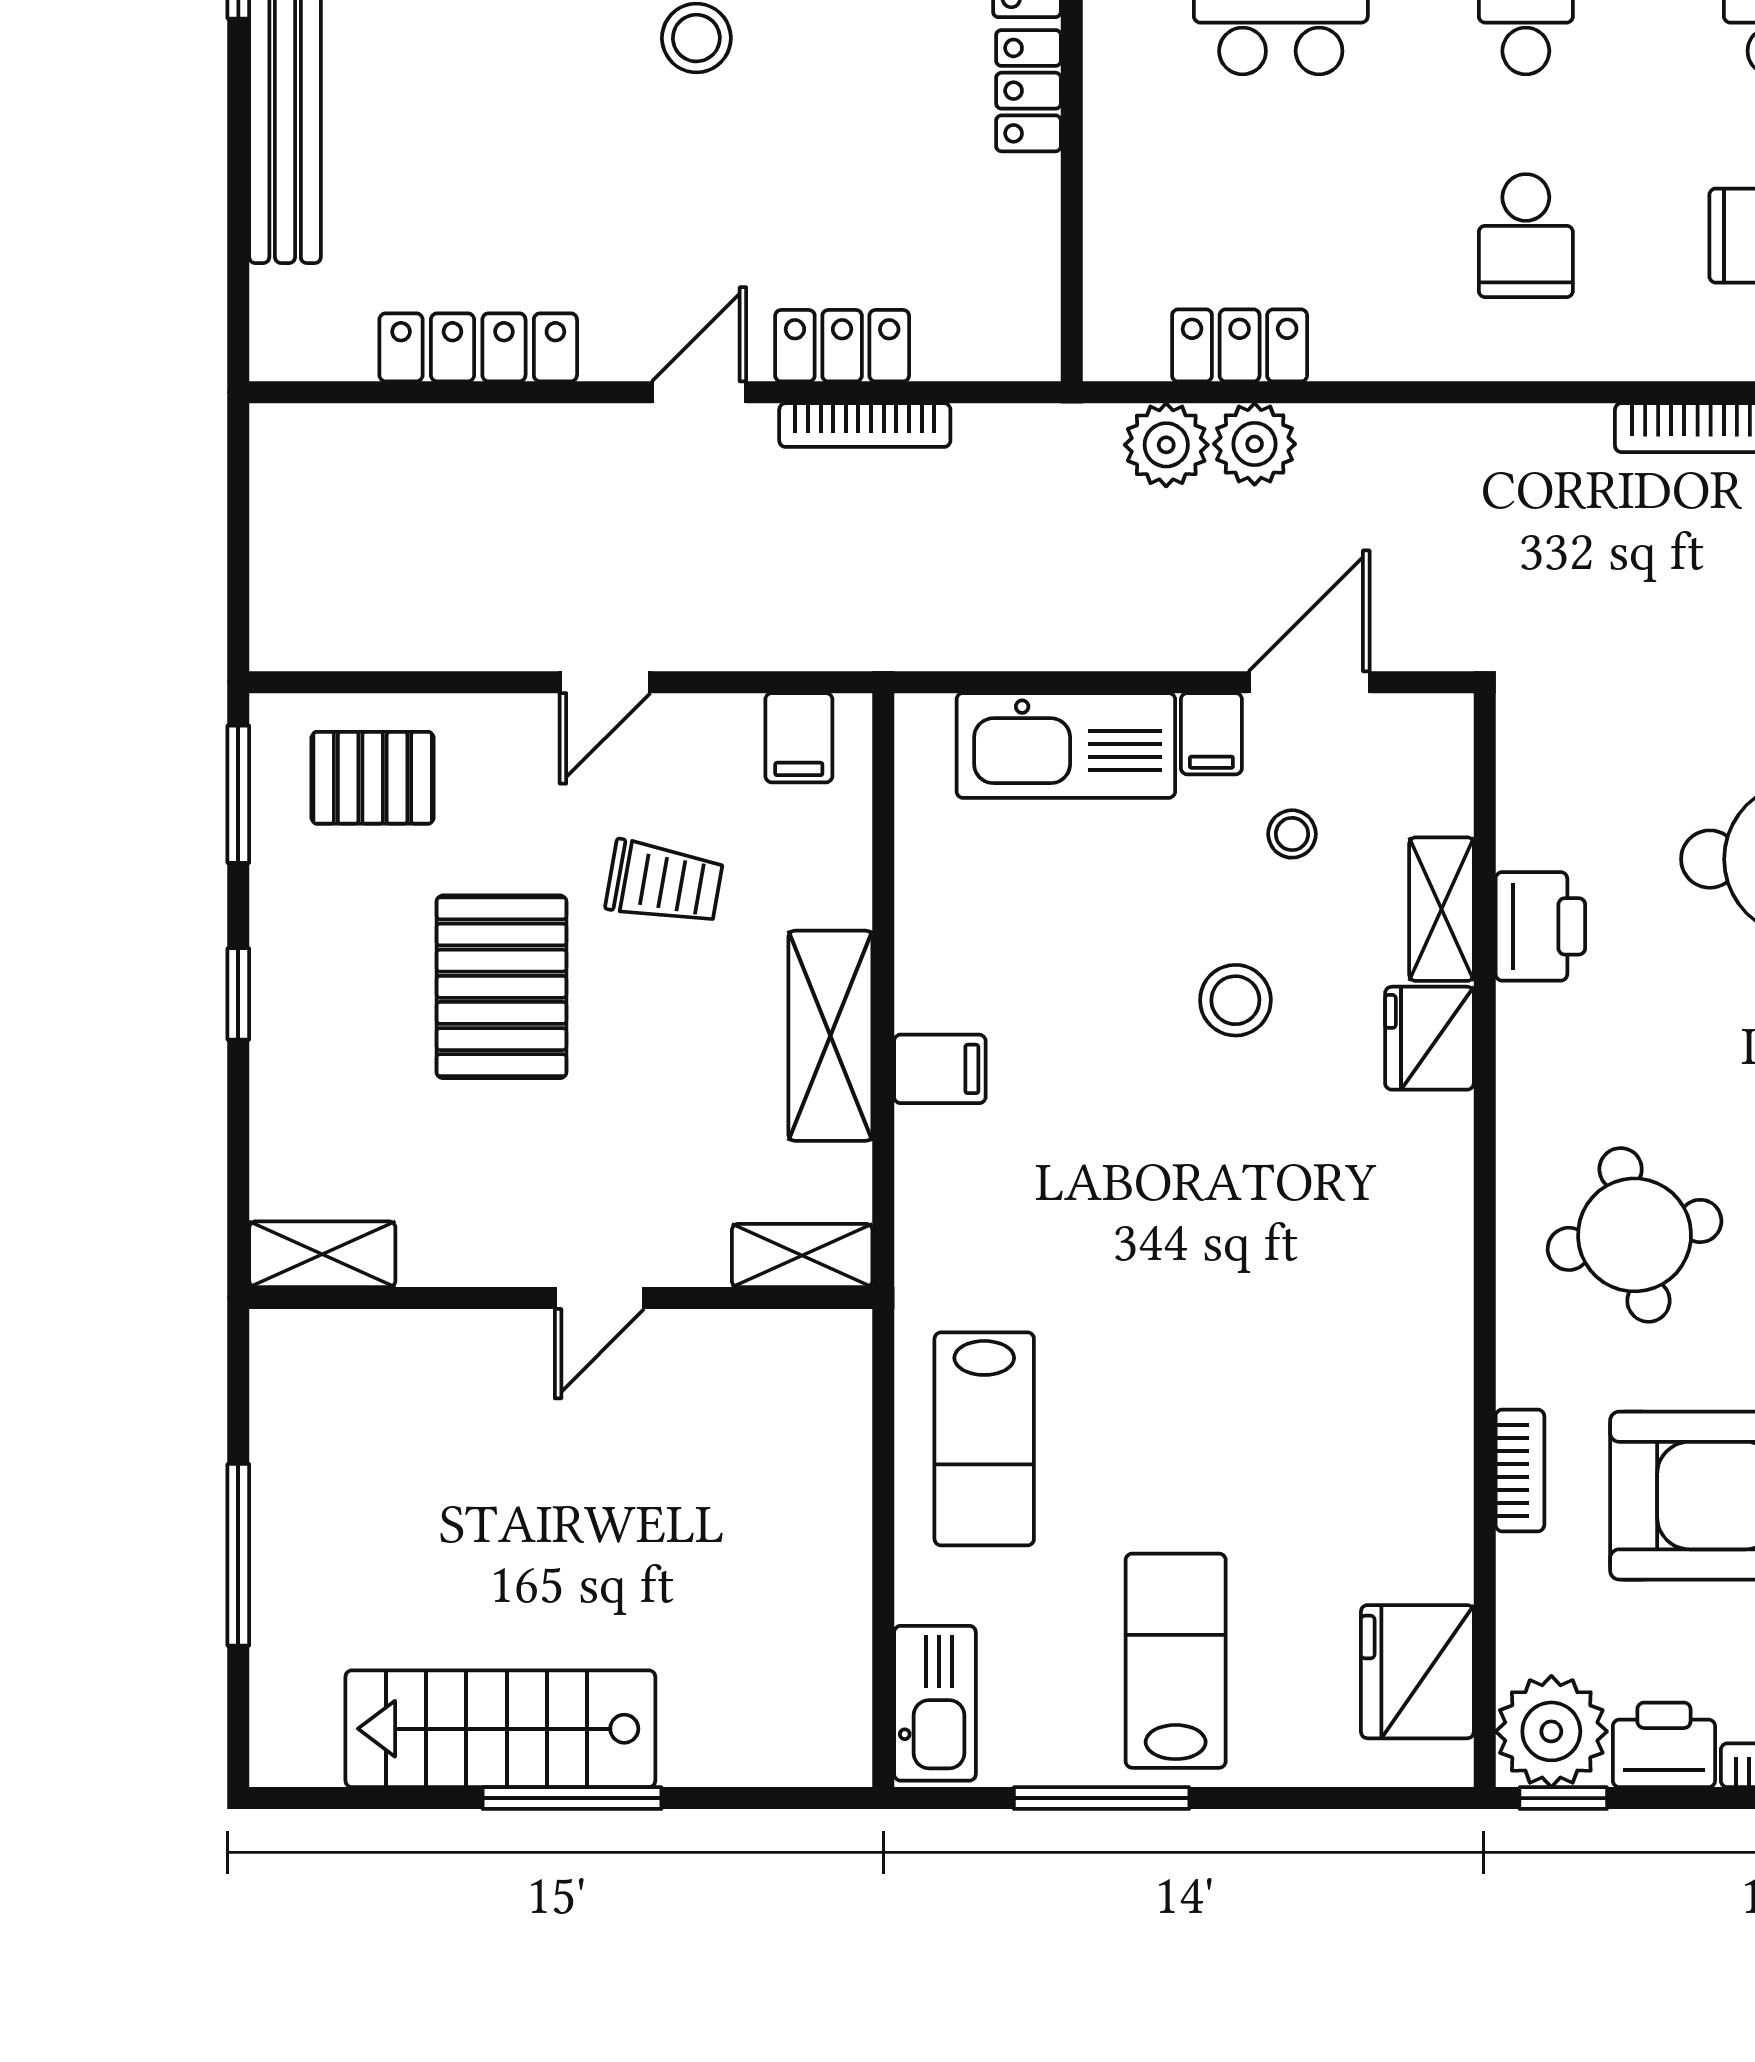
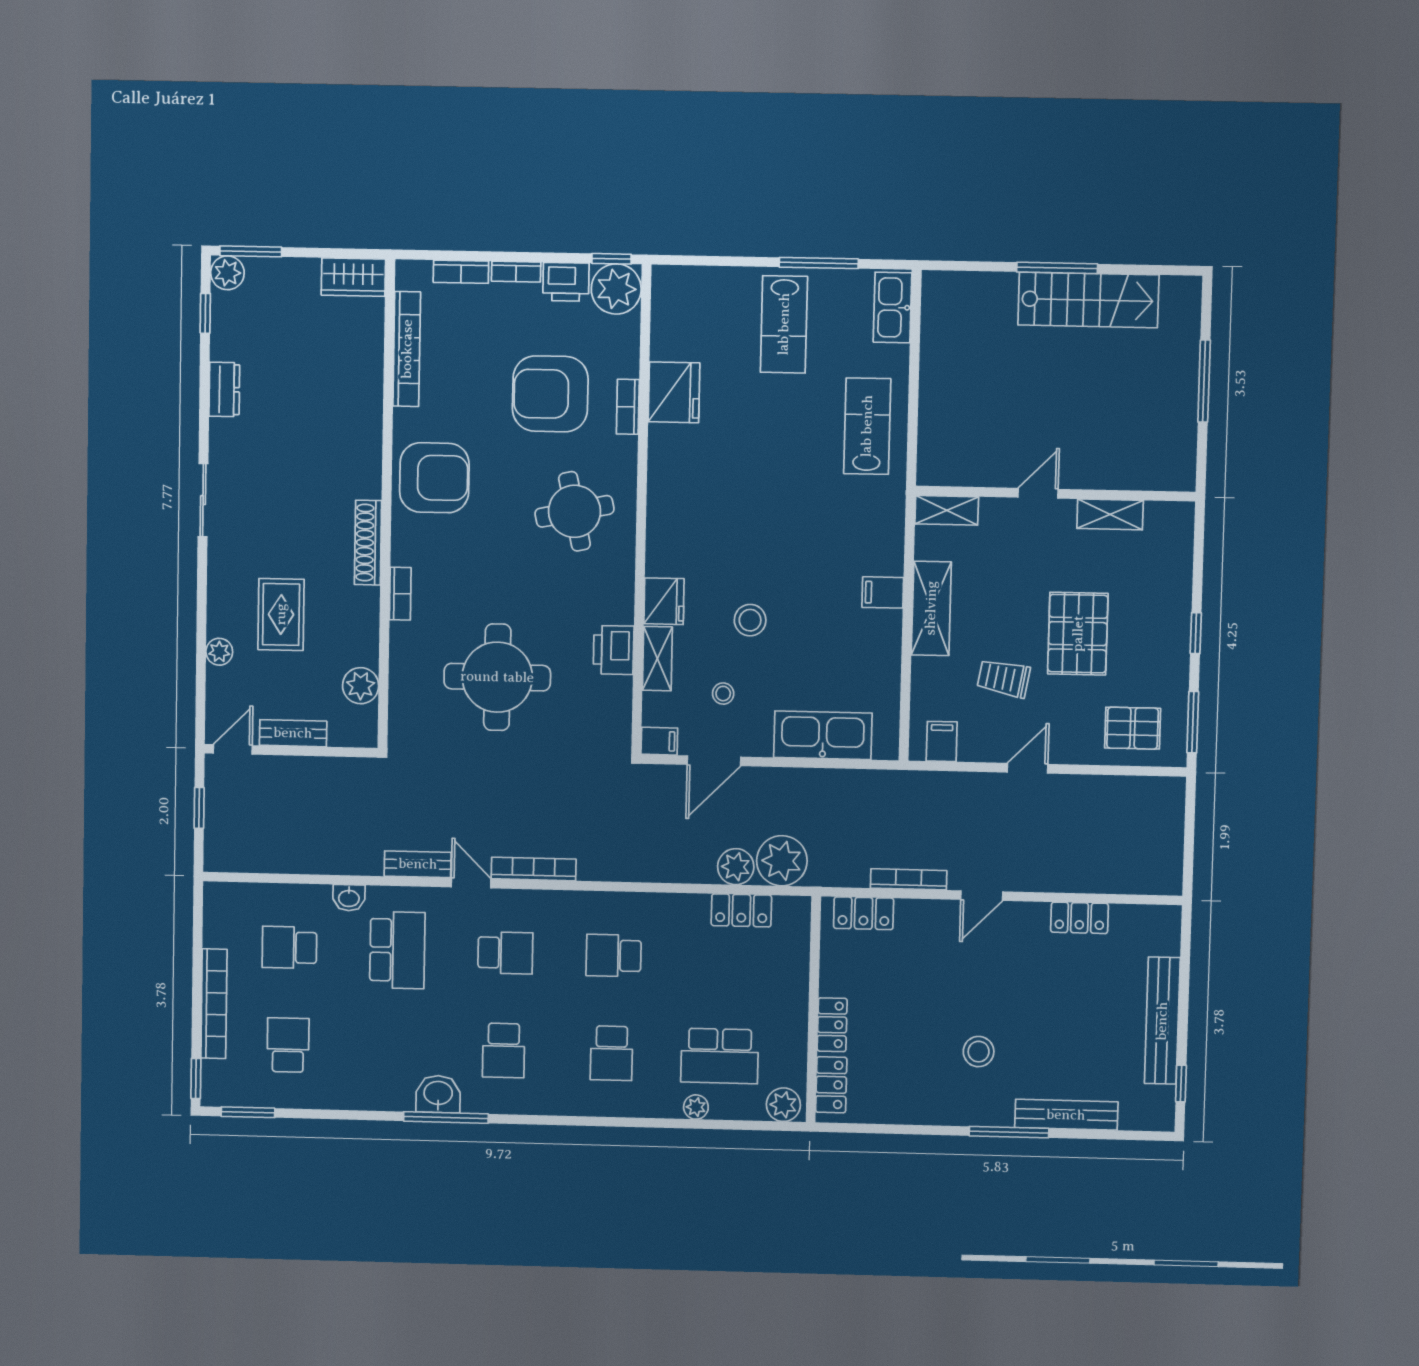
school desk: (1526, 236) -> (614, 956), turned -90
locker: (842, 346) -> (864, 913), moved
locker: (478, 347) -> (1080, 918), width x0.66
plant: (1166, 445) -> (782, 861), width x1.36, depth x1.36
filing cabinet: (1211, 734) -> (659, 741), moved, turned 90
shelving: (322, 1254) -> (1110, 514), moved
fridge: (1417, 1672) -> (674, 392), moved

